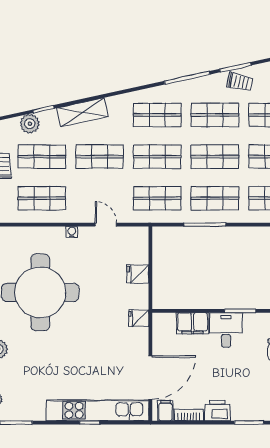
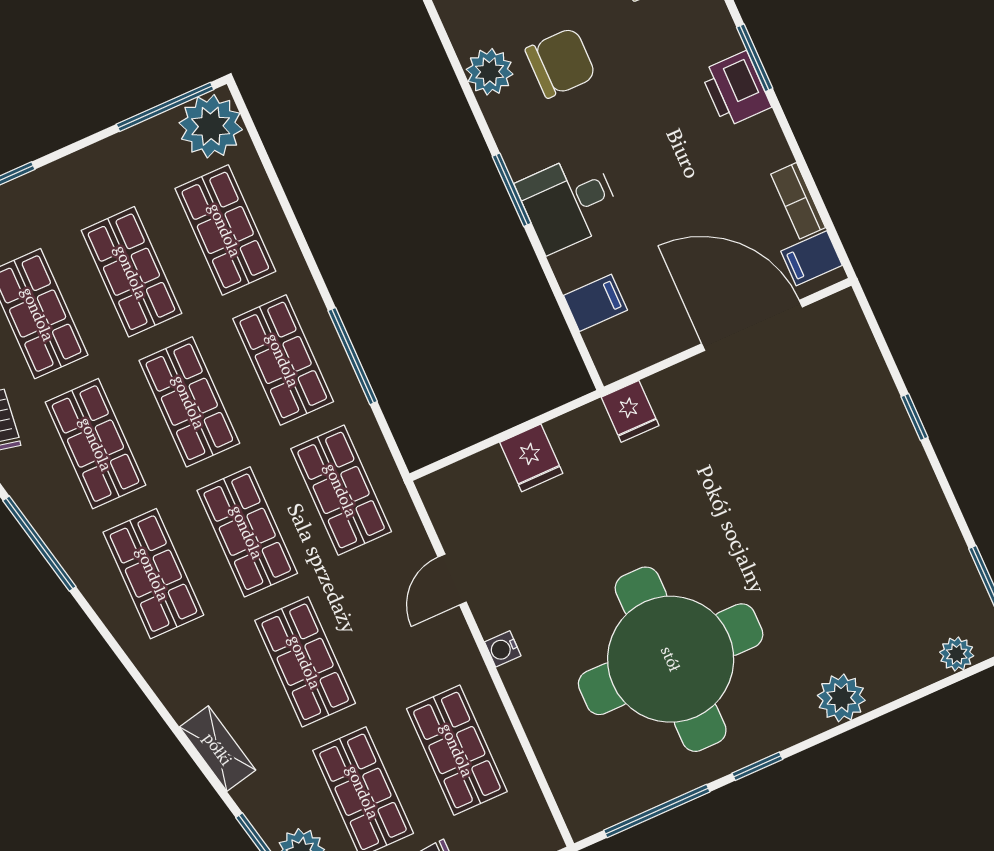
shelving: (82, 112) -> (218, 749), width x0.67, depth x0.75
filing cabinet: (193, 323) -> (595, 303), width x0.50
kitchen unit: (98, 410) -> (879, 412), removed
printer: (217, 410) -> (736, 89), moved

